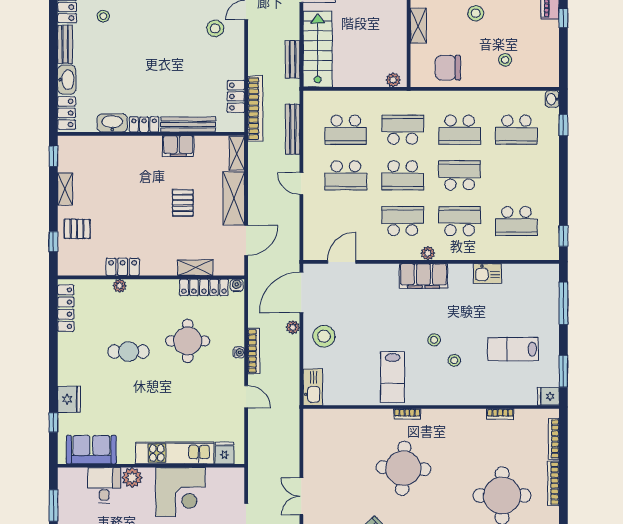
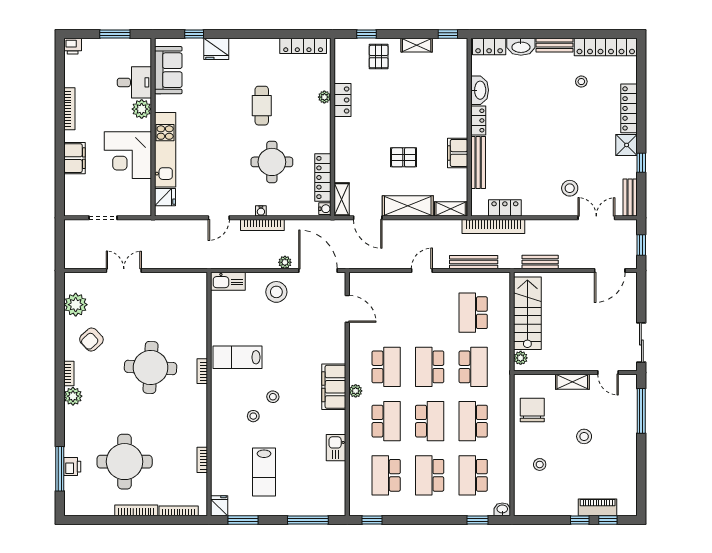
stairs: (318, 49) -> (527, 313), moved, turned -90
school desk: (346, 175) -> (430, 475), moved
shelving: (195, 268) -> (342, 199), moved
lab bench: (513, 349) -> (264, 472), turned 180

